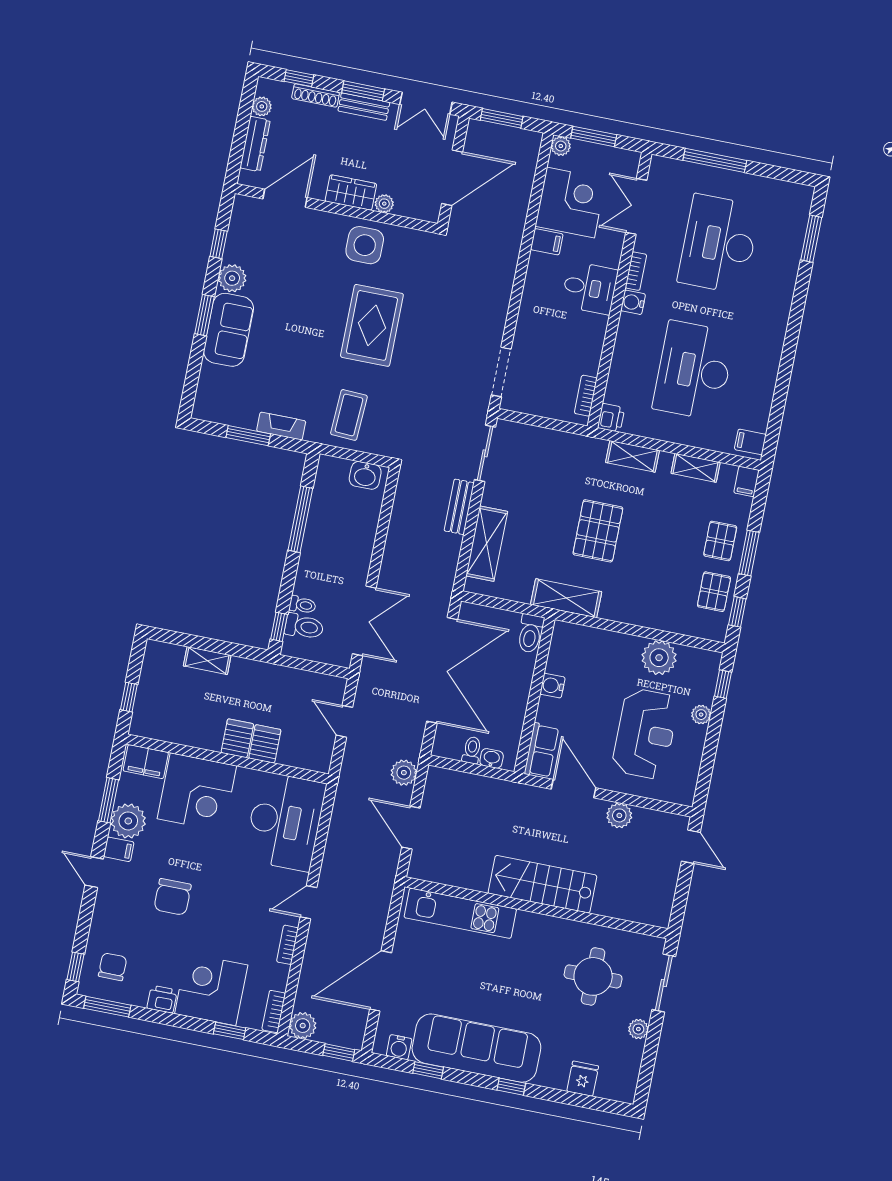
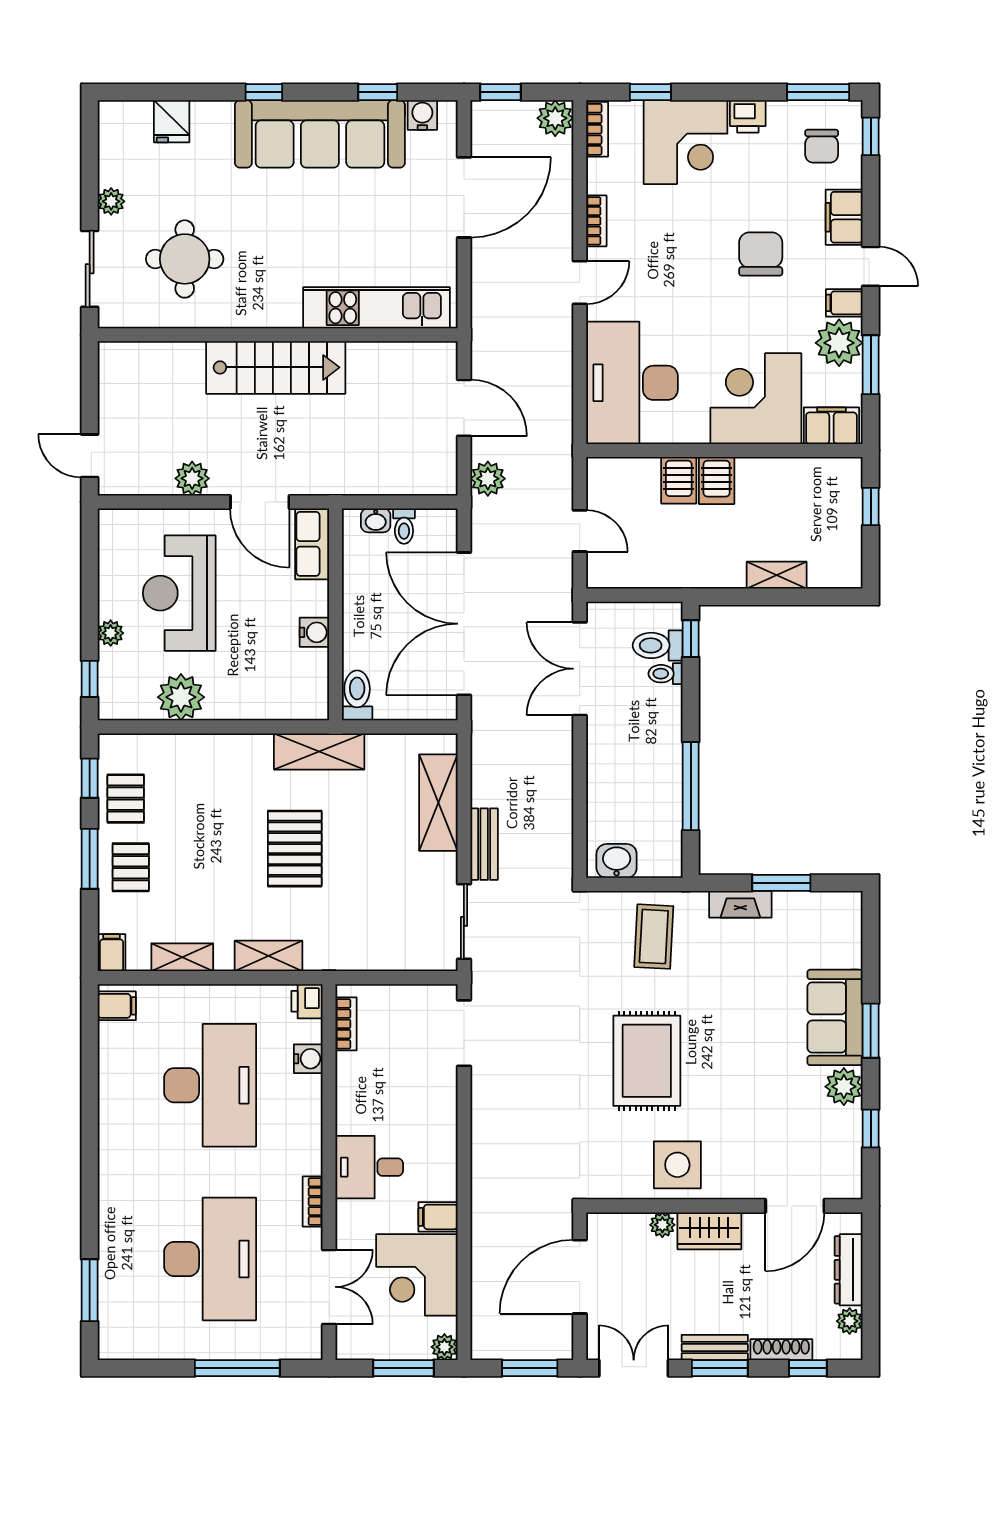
water cooler: (633, 302) -> (308, 1059), moved
filing cabinet: (106, 912) -> (844, 217), added

